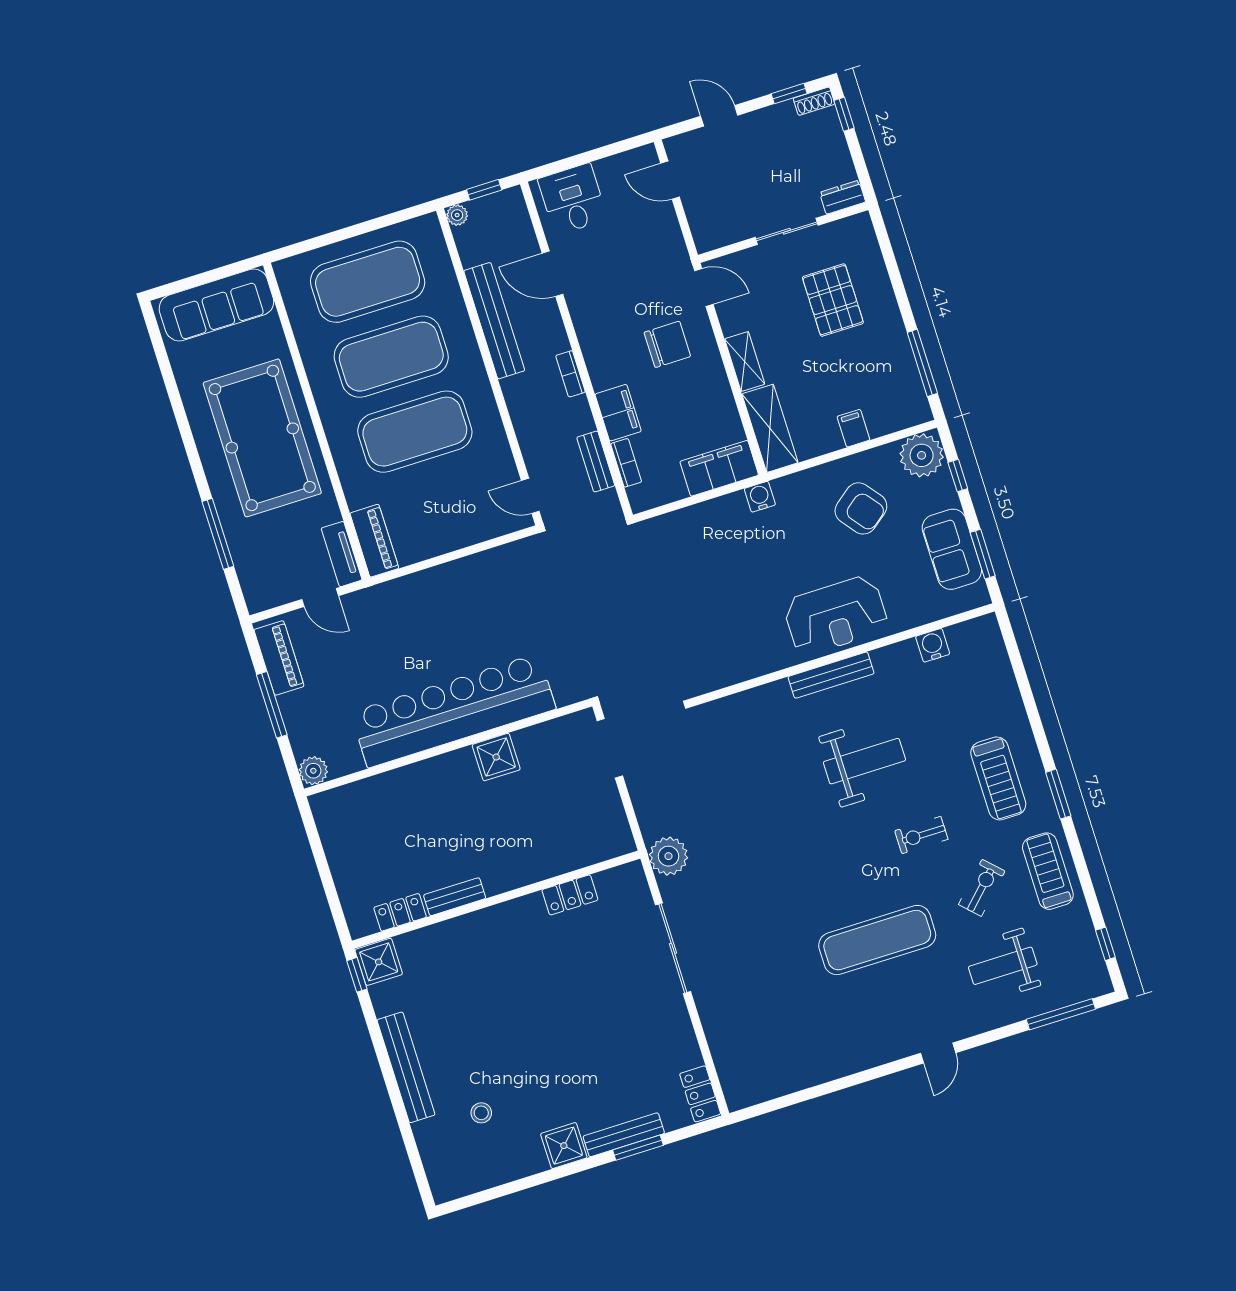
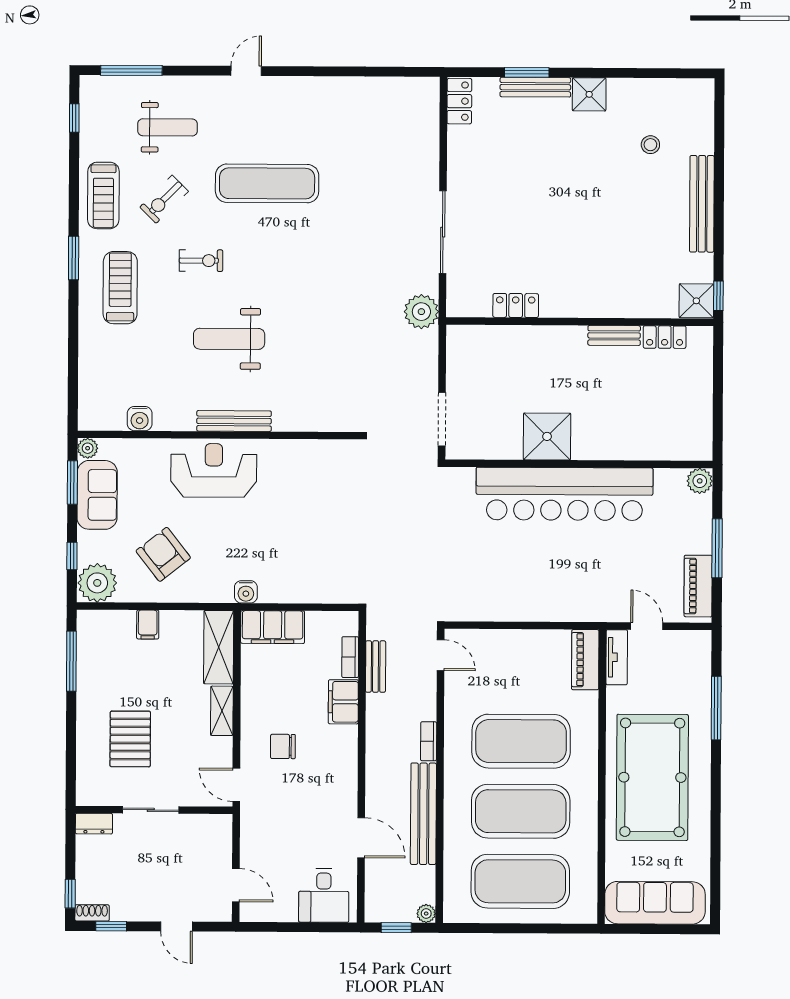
chair: (667, 344) -> (283, 746), width x0.73, depth x0.73
bookcase: (571, 374) -> (429, 741), moved, turned 180
plant: (978, 596) -> (88, 448), added
shower: (496, 757) -> (547, 436), width x1.36, depth x1.36

